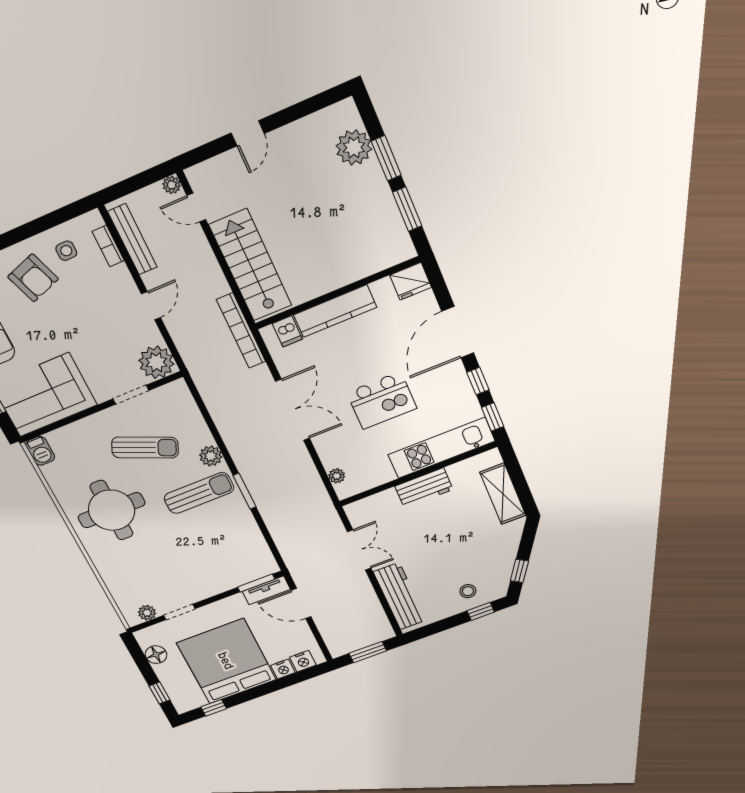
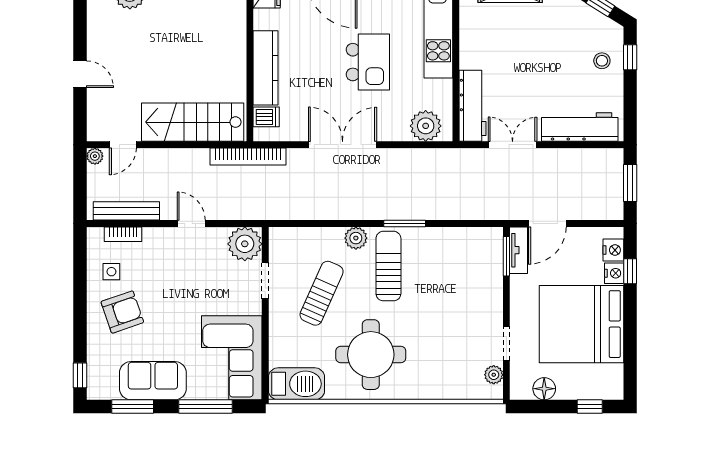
barbecue: (40, 451) -> (296, 384), width x1.88, depth x1.53
plant: (337, 476) -> (426, 126), width x1.88, depth x1.88
workbench: (424, 488) -> (473, 106), moved, width x1.38
window: (214, 708) -> (630, 271), moved

